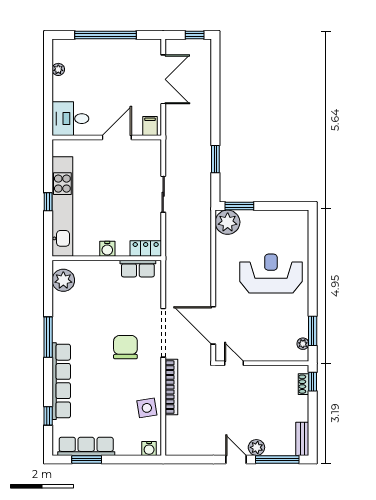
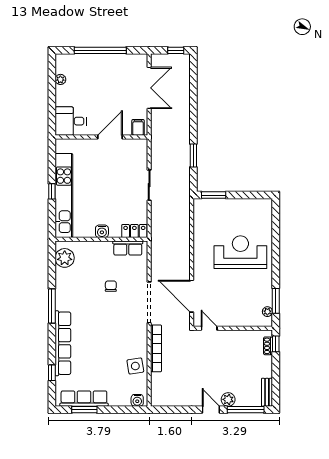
plant: (228, 222) -> (204, 209), removed
chair: (125, 347) -> (111, 286), moved, width x0.54, depth x0.54

